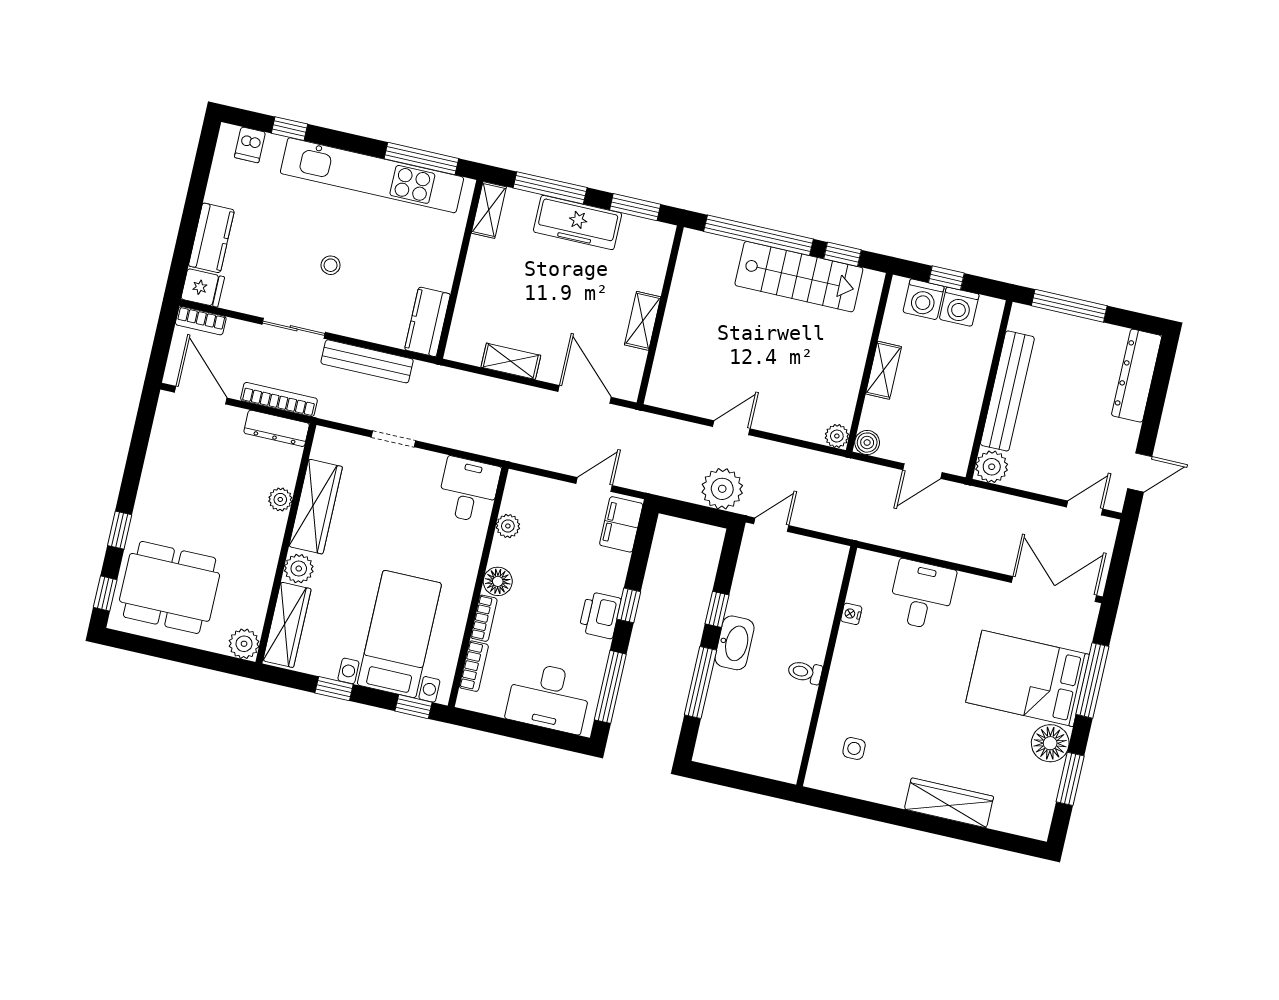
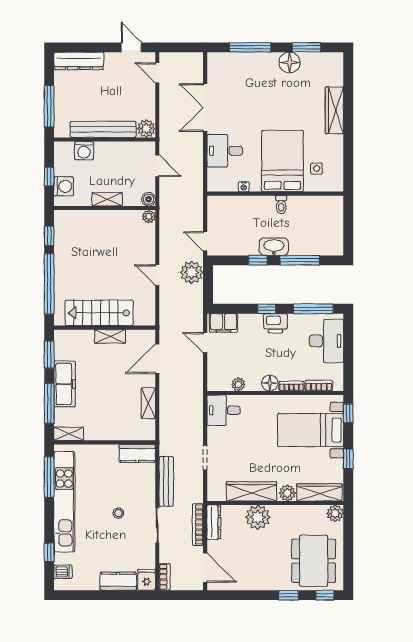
stairs: (799, 277) -> (99, 313), moved, turned -90
washing machine: (959, 307) -> (84, 151), moved, turned 90
door: (201, 395) -> (205, 568), swing flipped
plant: (280, 499) -> (258, 517), width x1.88, depth x1.88
double door: (1054, 589) -> (205, 108), moved
bed: (1028, 678) -> (282, 161), moved, turned 180

